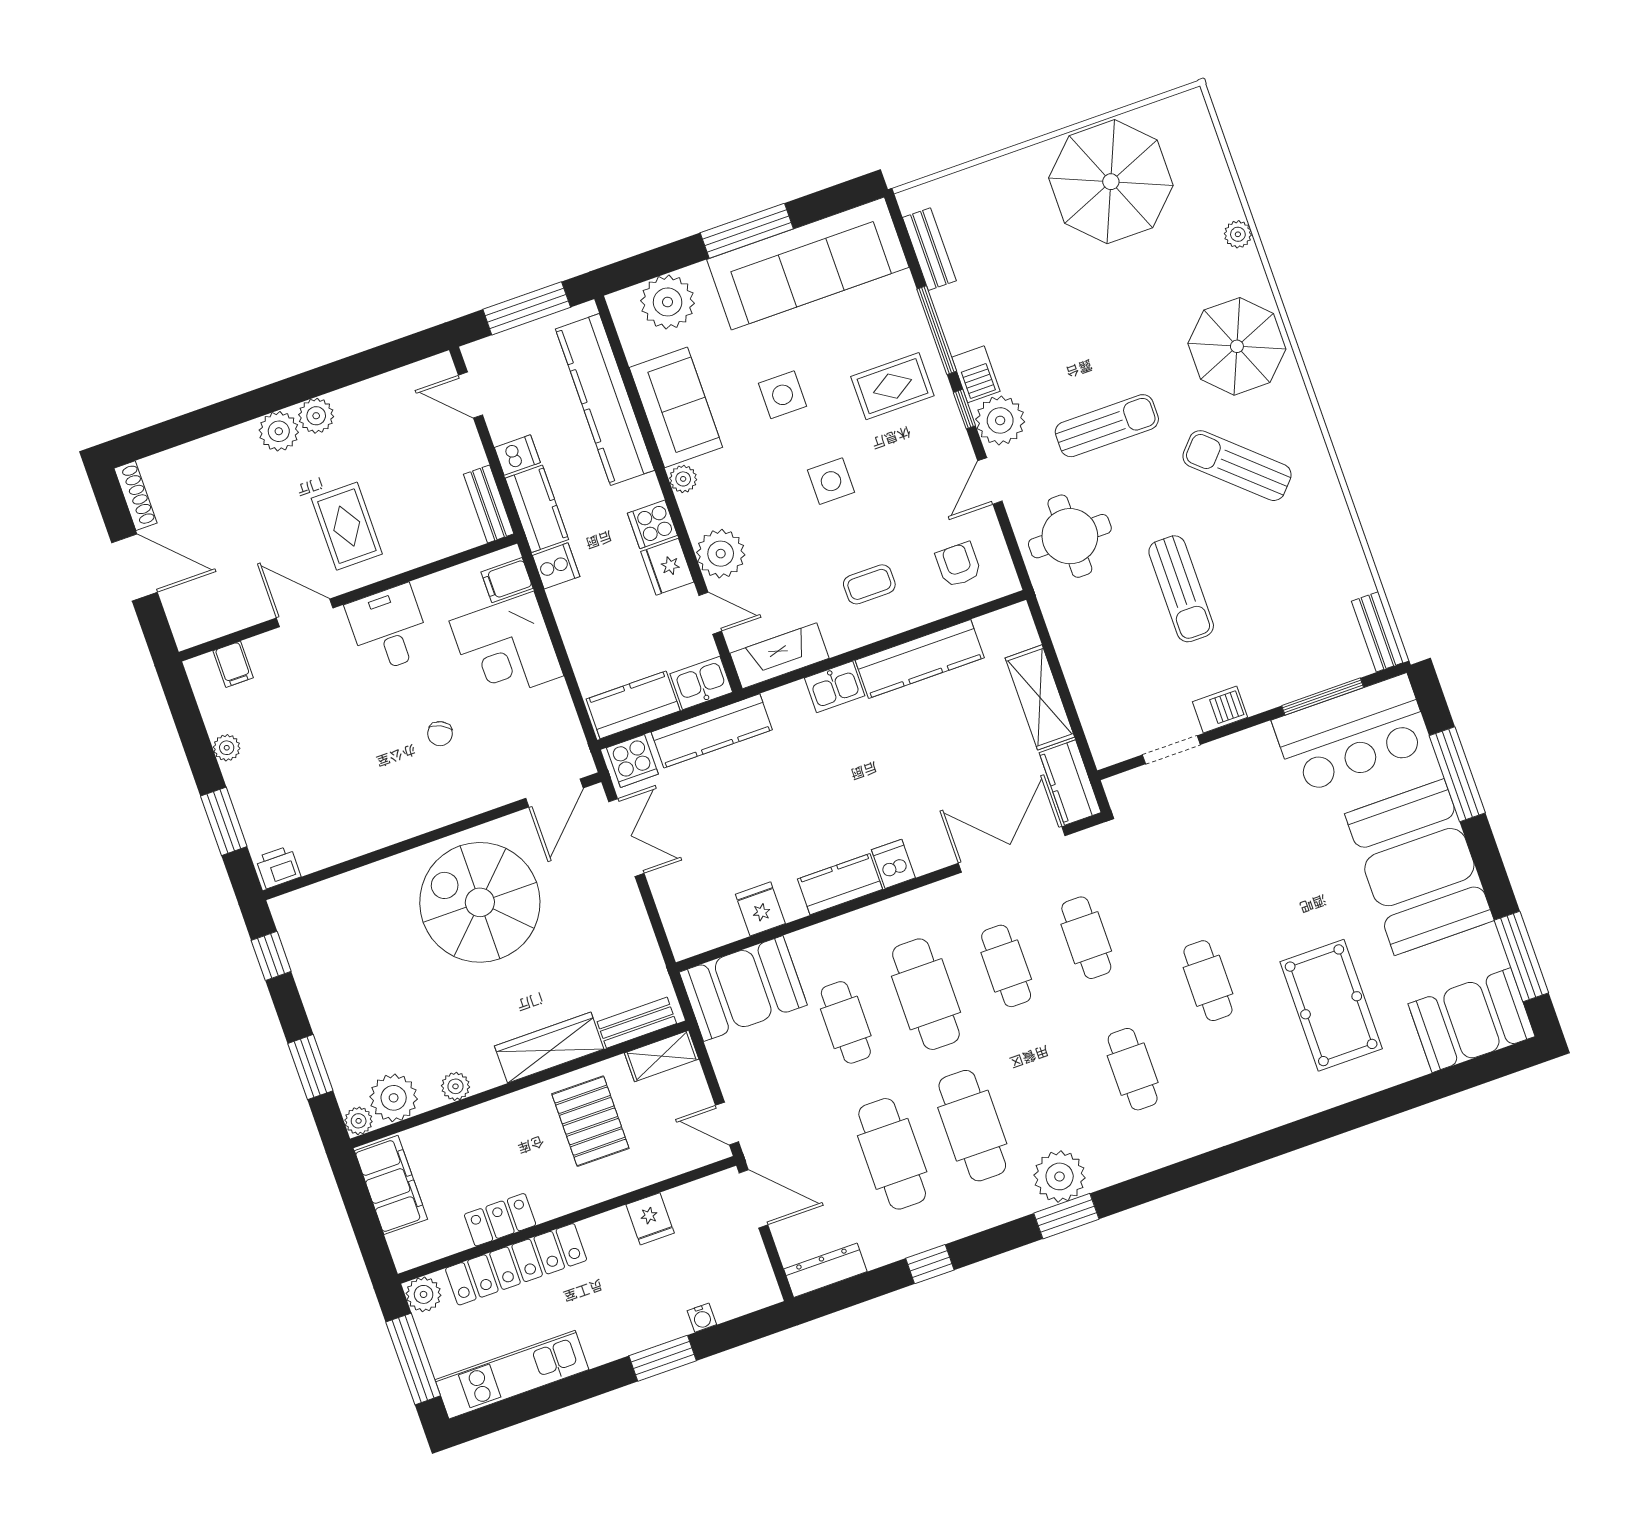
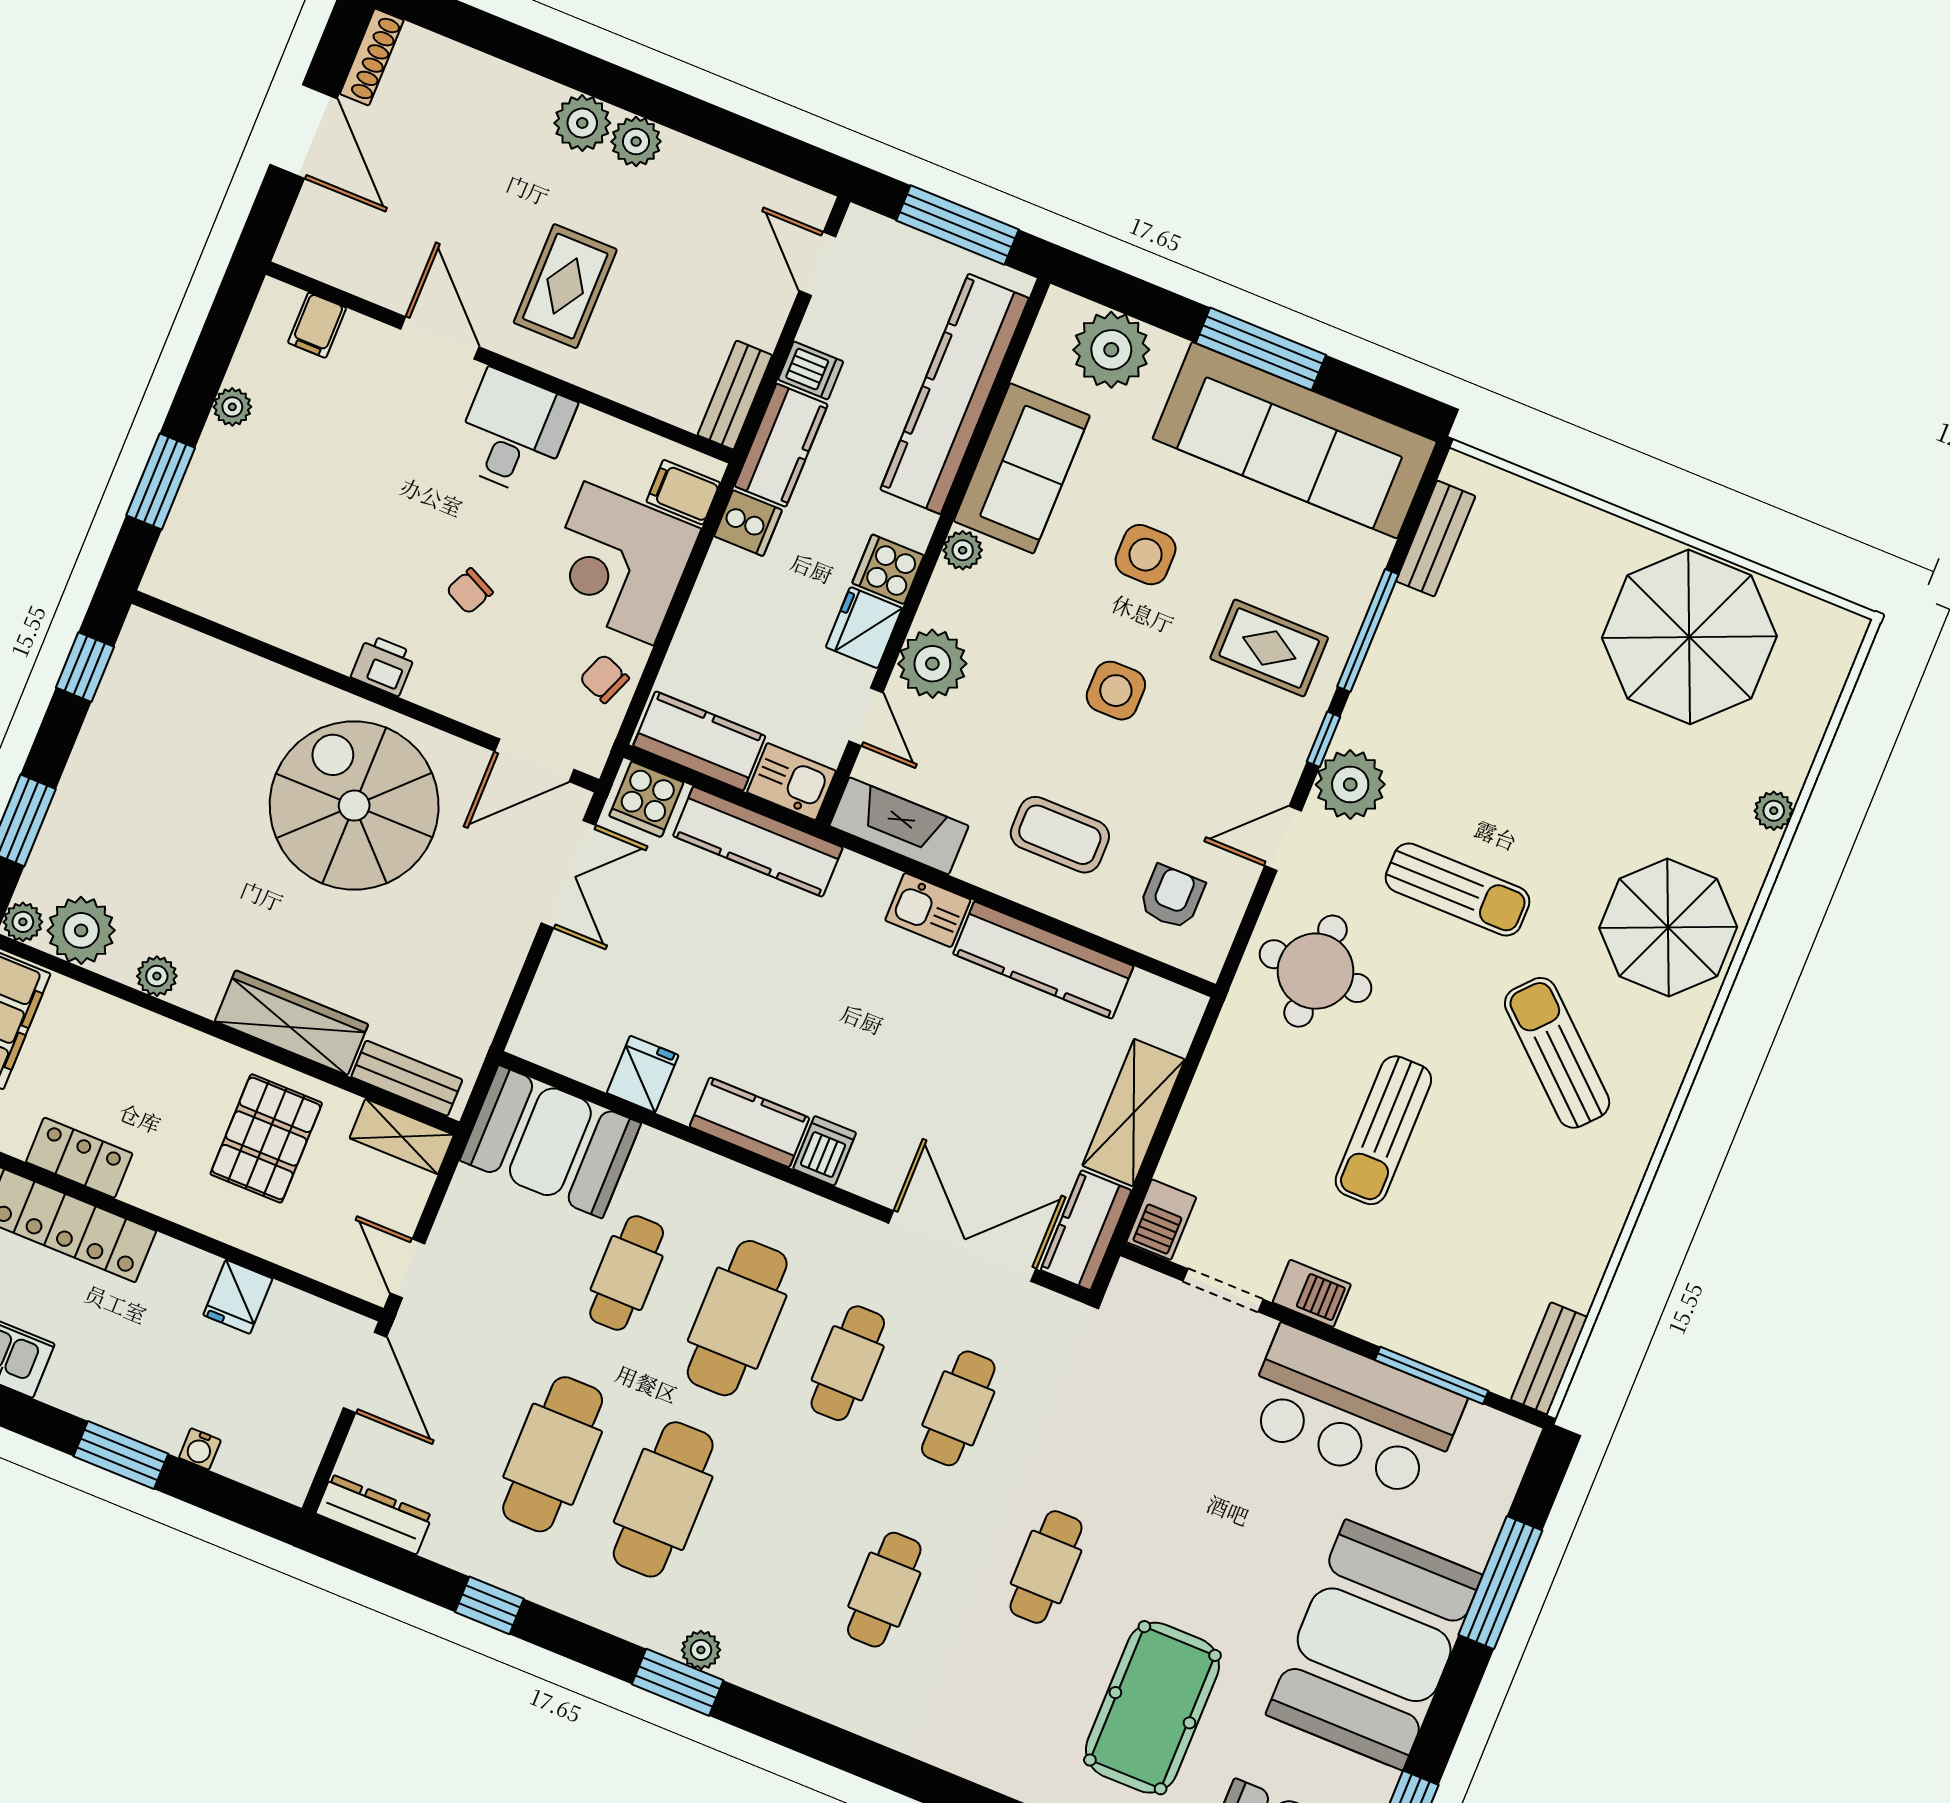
barbecue: (976, 374) -> (1161, 1220), moved
coffee table: (869, 584) -> (1060, 835), width x1.36, depth x1.30
chair: (553, 717) -> (604, 679), added
bar counter: (1352, 734) -> (1353, 1412), moved
printer: (278, 867) -> (383, 665), moved
plant: (1060, 1176) -> (701, 1650), width x0.53, depth x0.53

